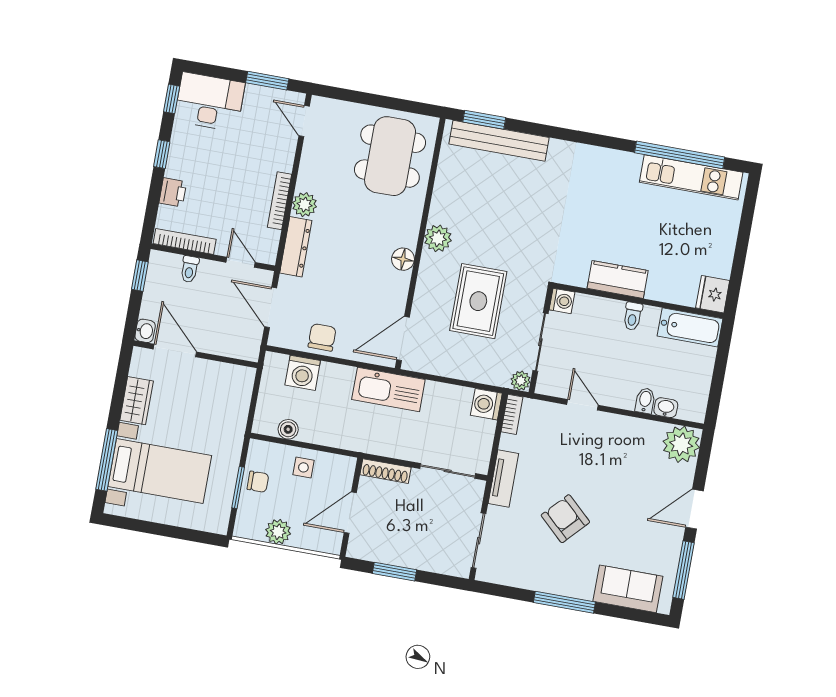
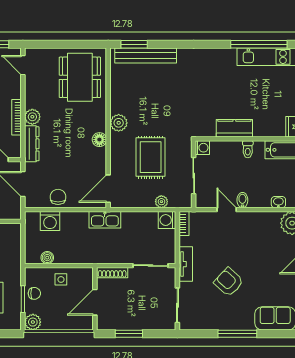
plant: (521, 381) -> (161, 202), moved
kitchen sink: (388, 389) -> (105, 220), width x0.73, depth x0.81
bidet: (645, 401) -> (242, 200), moved
plant: (278, 532) -> (33, 322), moved

